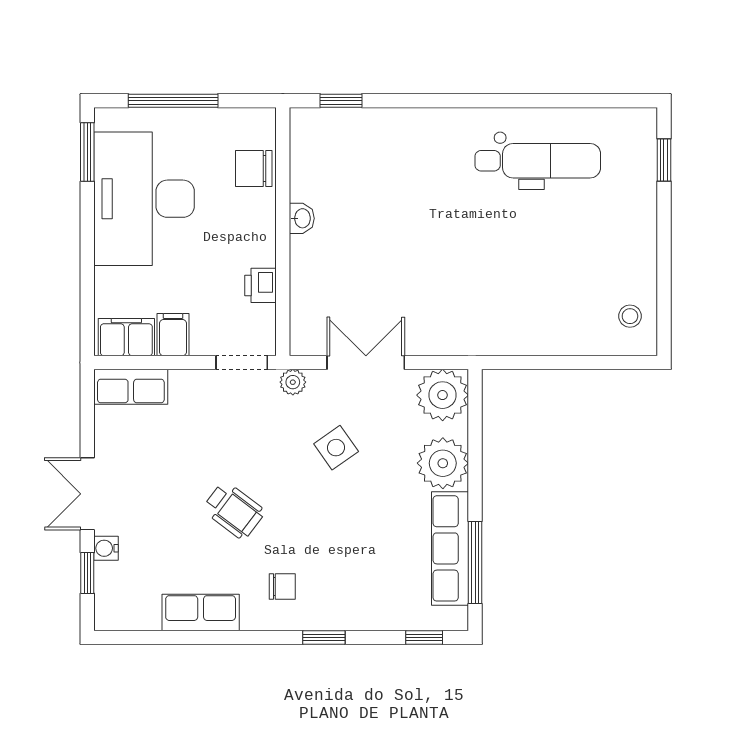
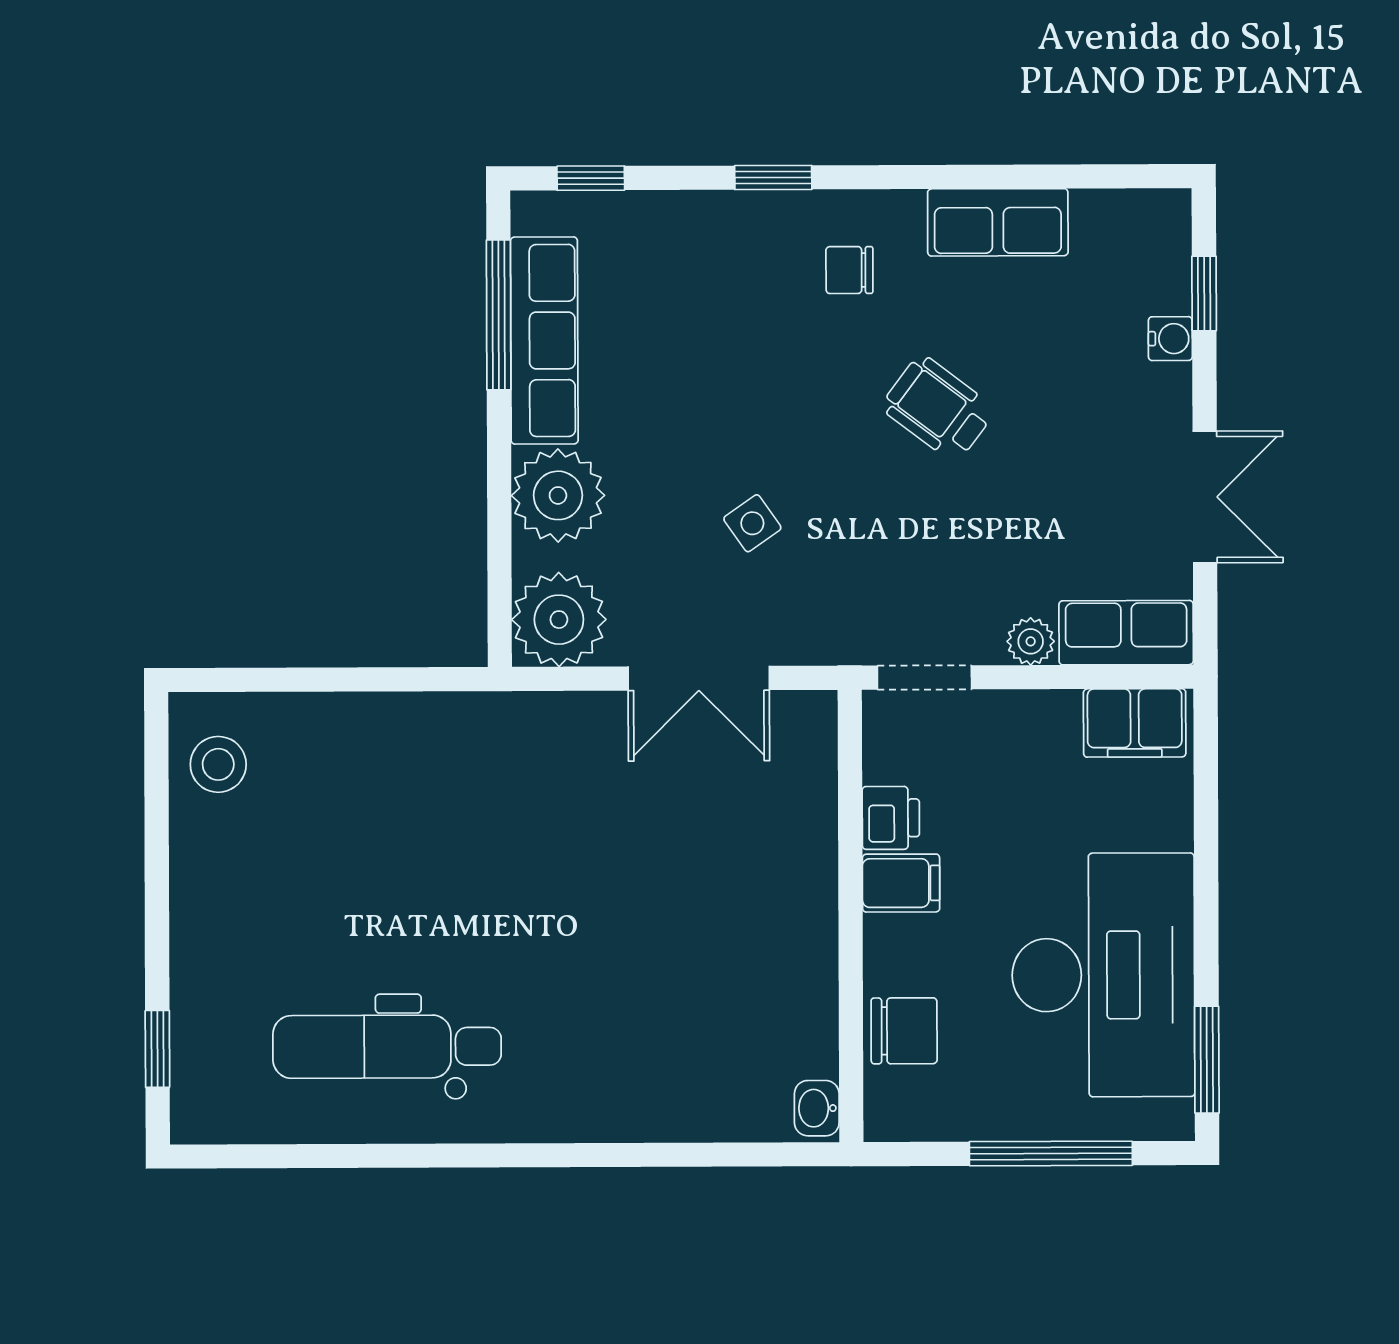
window: (341, 101) -> (745, 1155), removed
washbasin: (302, 218) -> (817, 1108), moved
stool: (630, 316) -> (218, 764), width x1.37, depth x1.37
filing cabinet: (173, 335) -> (901, 883), moved, turned -90
plant: (293, 382) -> (1031, 641), moved
side table: (336, 448) -> (752, 523), width x0.73, depth x0.73
double door: (87, 494) -> (1205, 497), moved

